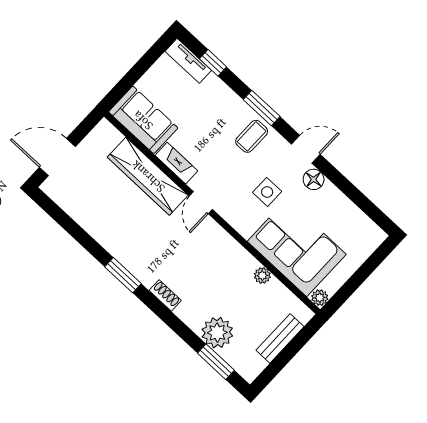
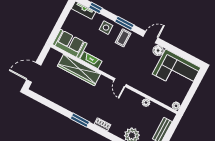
side table: (267, 192) -> (106, 28), moved
door: (201, 203) -> (120, 82), moved
corner sofa: (297, 248) -> (177, 71), moved, turned 180

